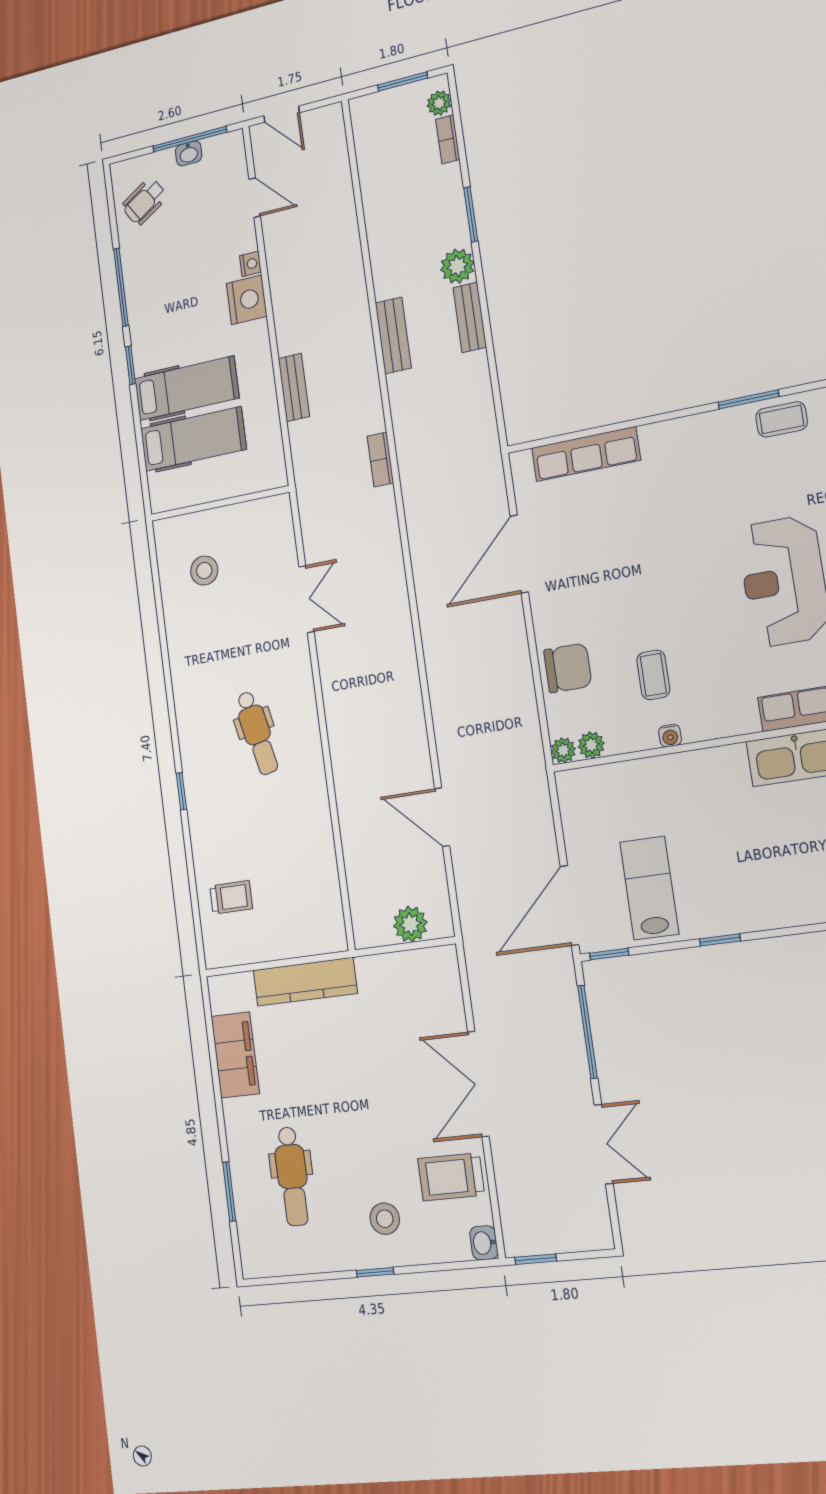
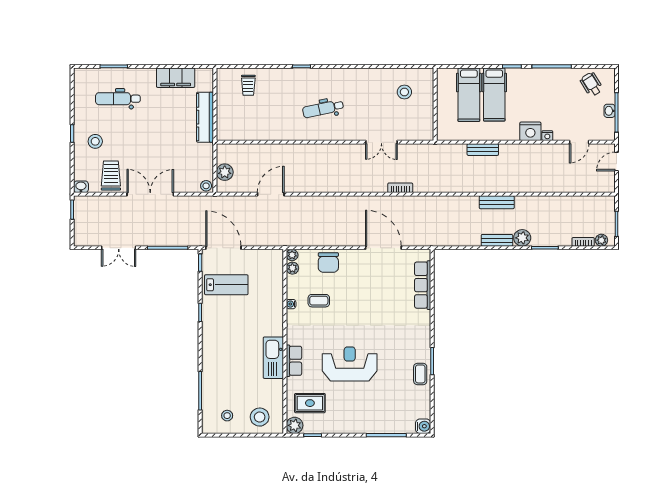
bookcase: (380, 460) -> (400, 188), moved
stool: (444, 961) -> (206, 186), added

